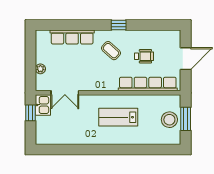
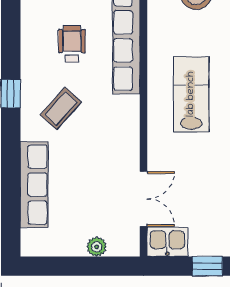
window: (30, 113) -> (207, 266), moved
lab bench: (118, 117) -> (191, 94), turned 180

